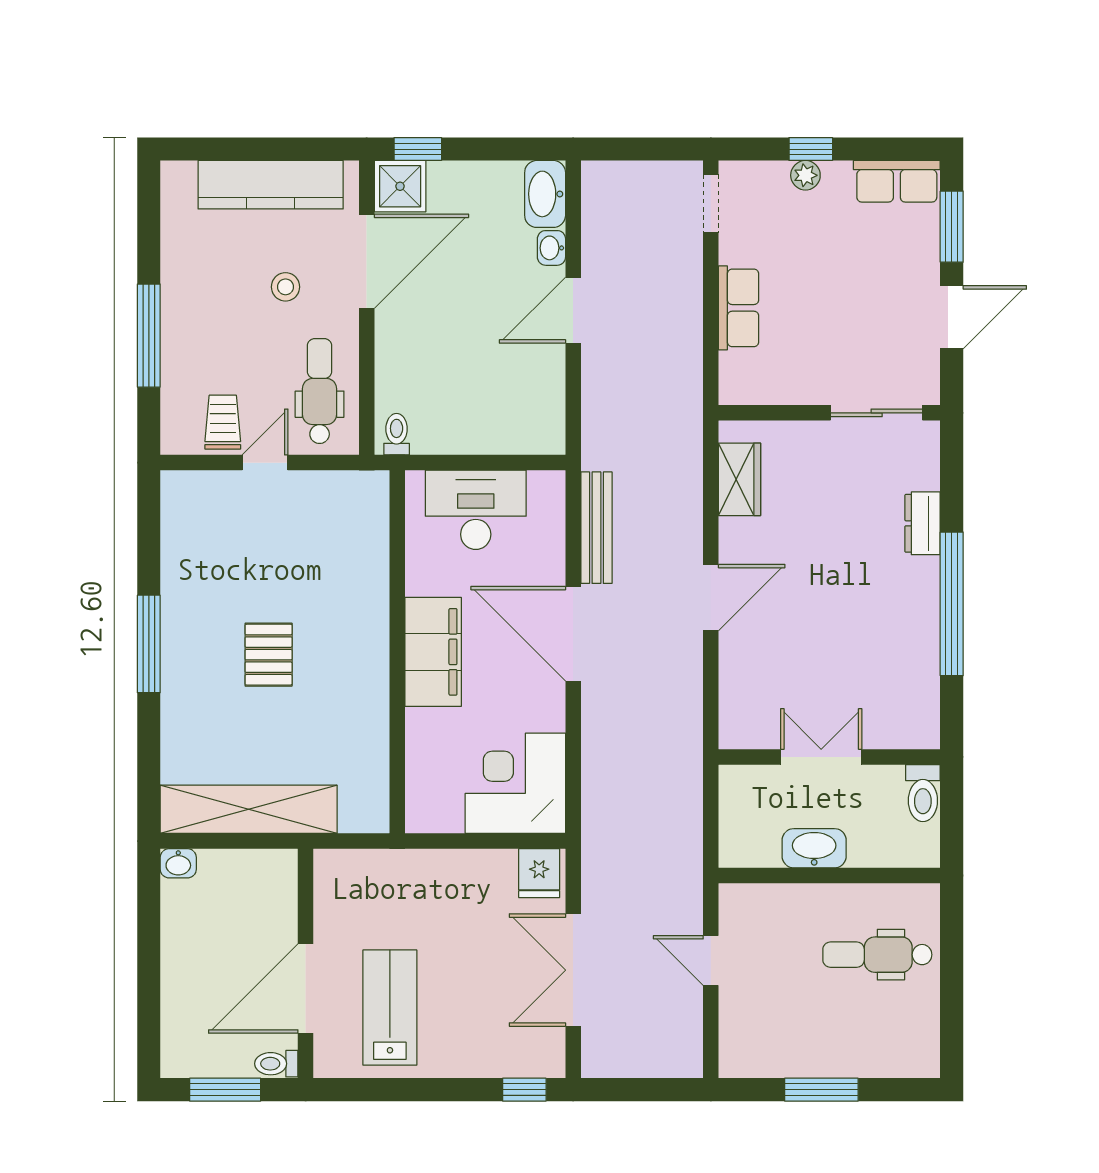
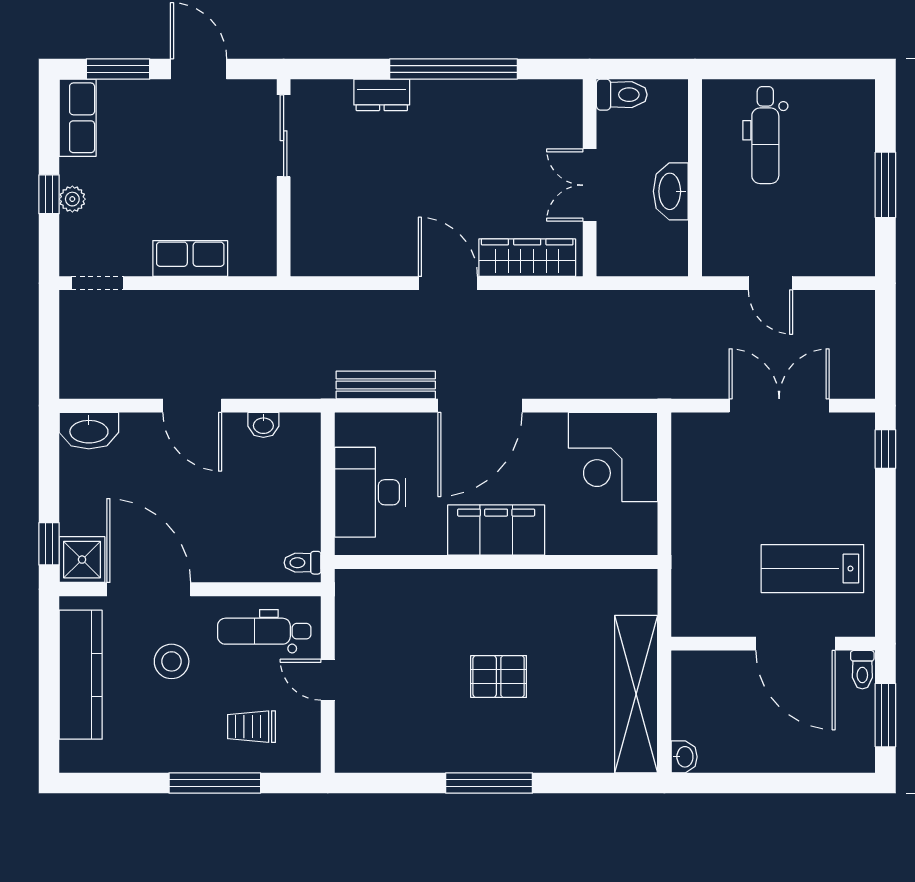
washbasin: (551, 248) -> (263, 425), moved
stool: (285, 287) -> (172, 661), width x1.37, depth x1.37
trolley: (223, 422) -> (251, 727), moved
wardrobe: (740, 479) -> (527, 258), moved, width x1.50
fridge: (539, 873) -> (693, 436), removed
door: (711, 960) -> (771, 283), hinge flipped
double door: (573, 970) -> (779, 406), swing flipped

